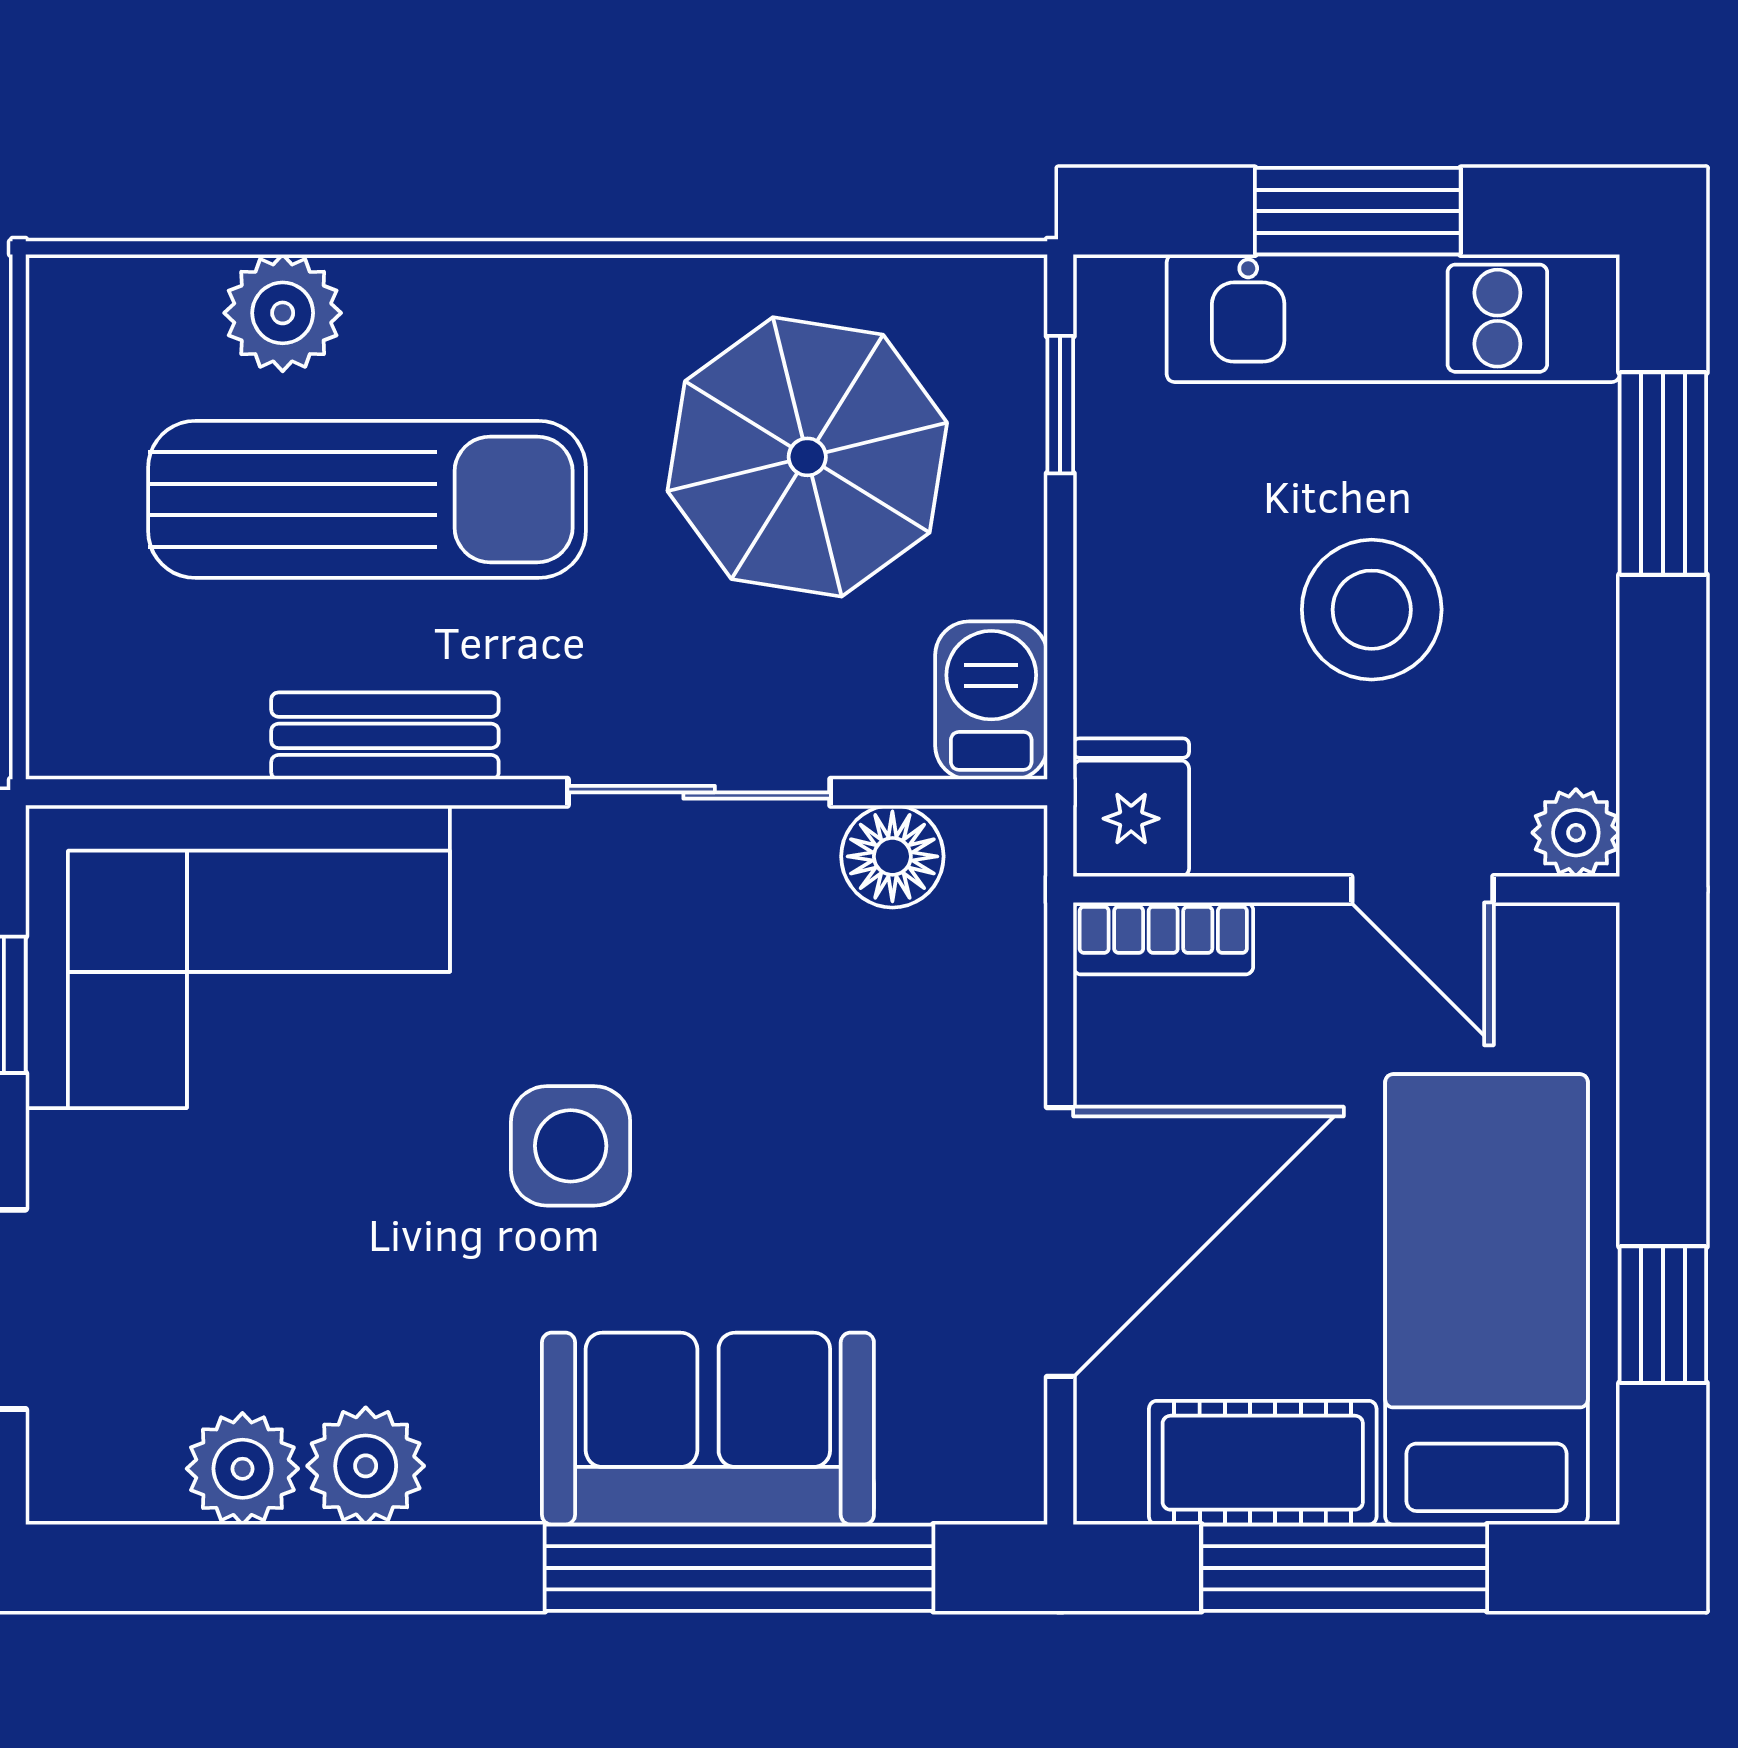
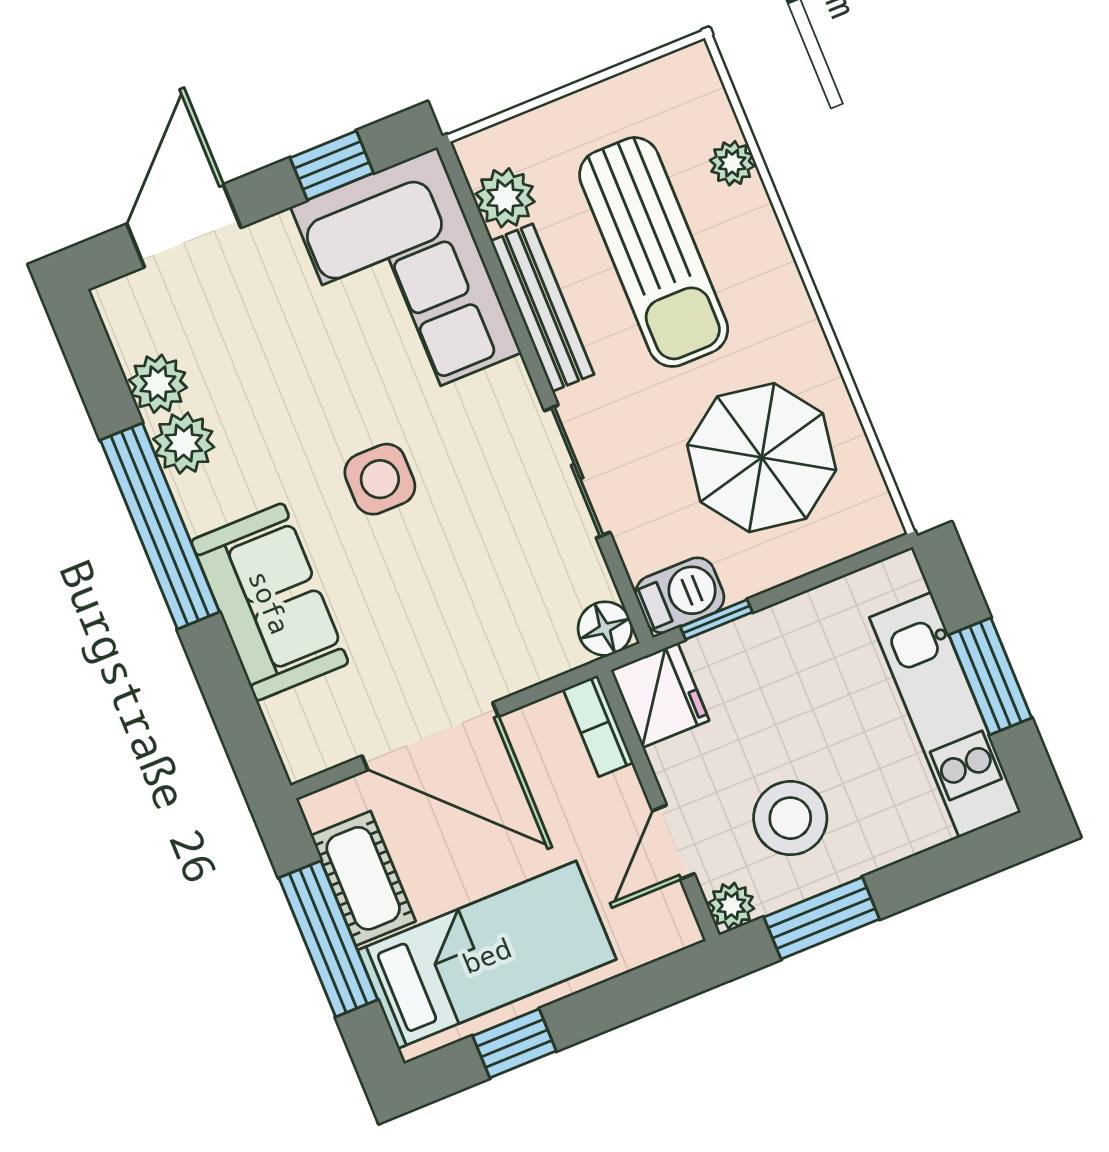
plant: (283, 313) -> (732, 163), width x0.73, depth x0.73
window: (1060, 405) -> (716, 619), moved
window: (1663, 474) -> (822, 918), moved
stool: (1372, 610) -> (790, 818), moved
plant: (164, 722) -> (505, 198), added
bench: (385, 736) -> (542, 308), width x1.36
fridge: (1131, 807) -> (660, 695), width x1.38
floor lamp: (892, 856) -> (605, 629), moved
window: (739, 1568) -> (160, 526), moved

